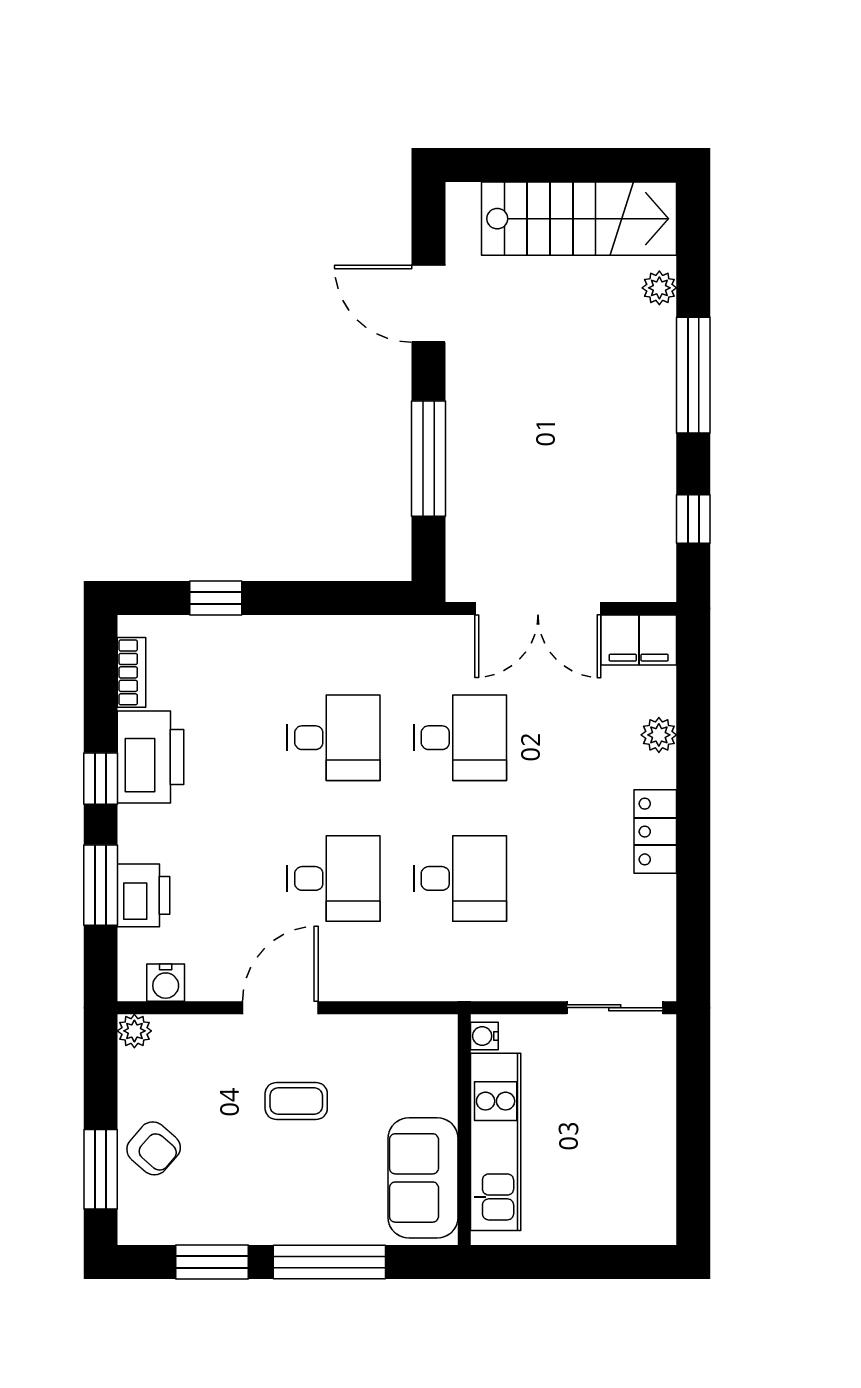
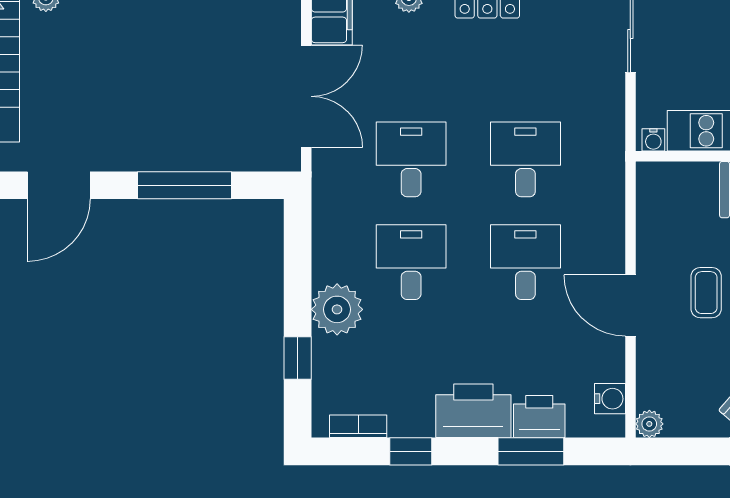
plant: (276, 646) -> (337, 309), added
printer: (151, 757) -> (473, 411), moved
window: (101, 779) -> (411, 451), moved

